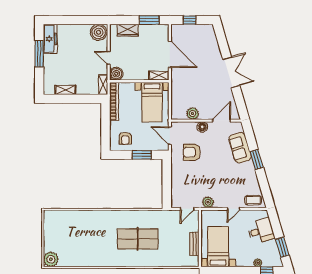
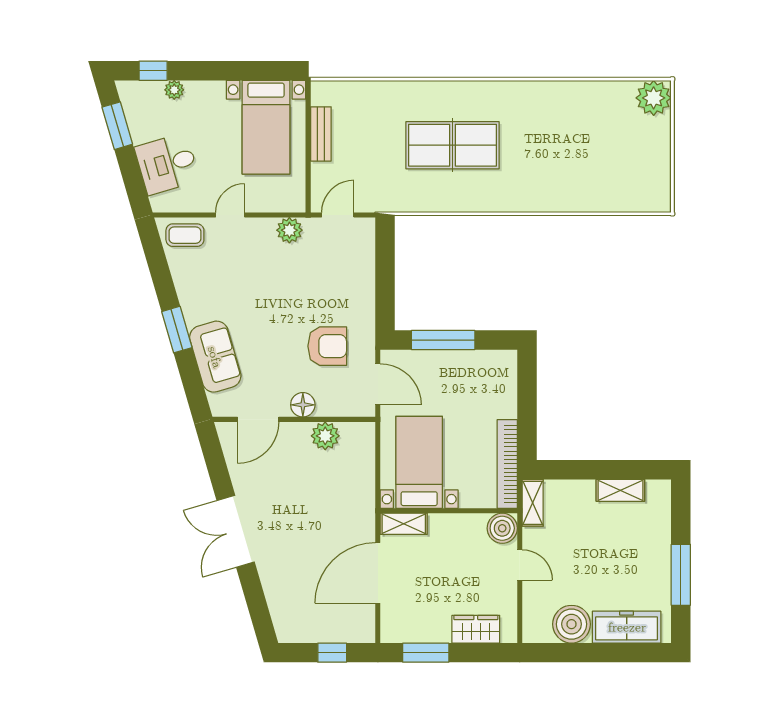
boiler: (99, 32) -> (572, 624), moved
freezer: (50, 39) -> (627, 627), moved, turned 90
door: (170, 54) -> (378, 573), hinge flipped
armchair: (125, 138) -> (481, 379), removed
window: (142, 155) -> (443, 340), width x1.44

